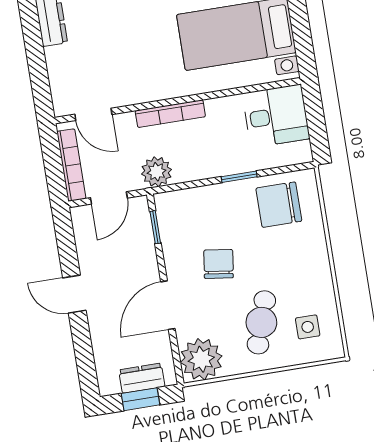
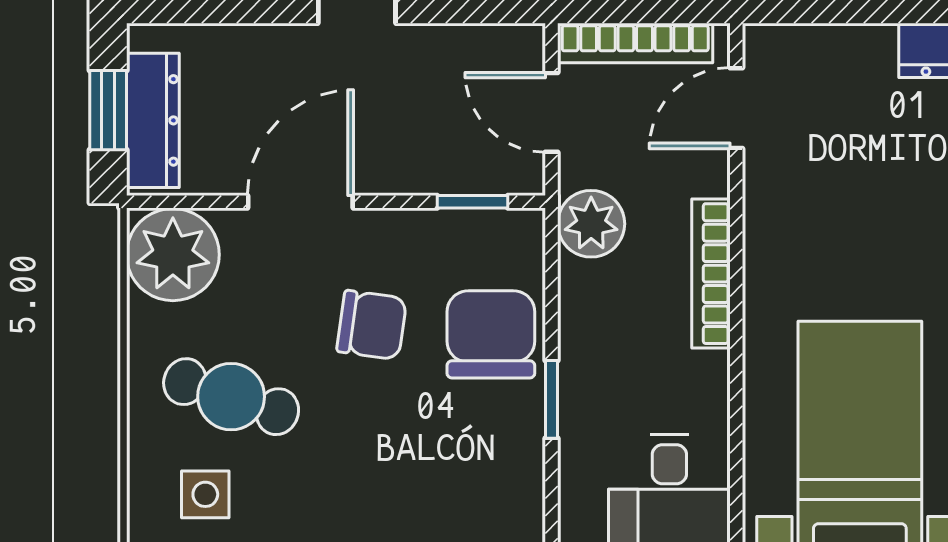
chair: (279, 205) -> (491, 334), moved
door: (168, 305) -> (300, 202), hinge flipped
dresser: (142, 378) -> (153, 120), width x1.44

